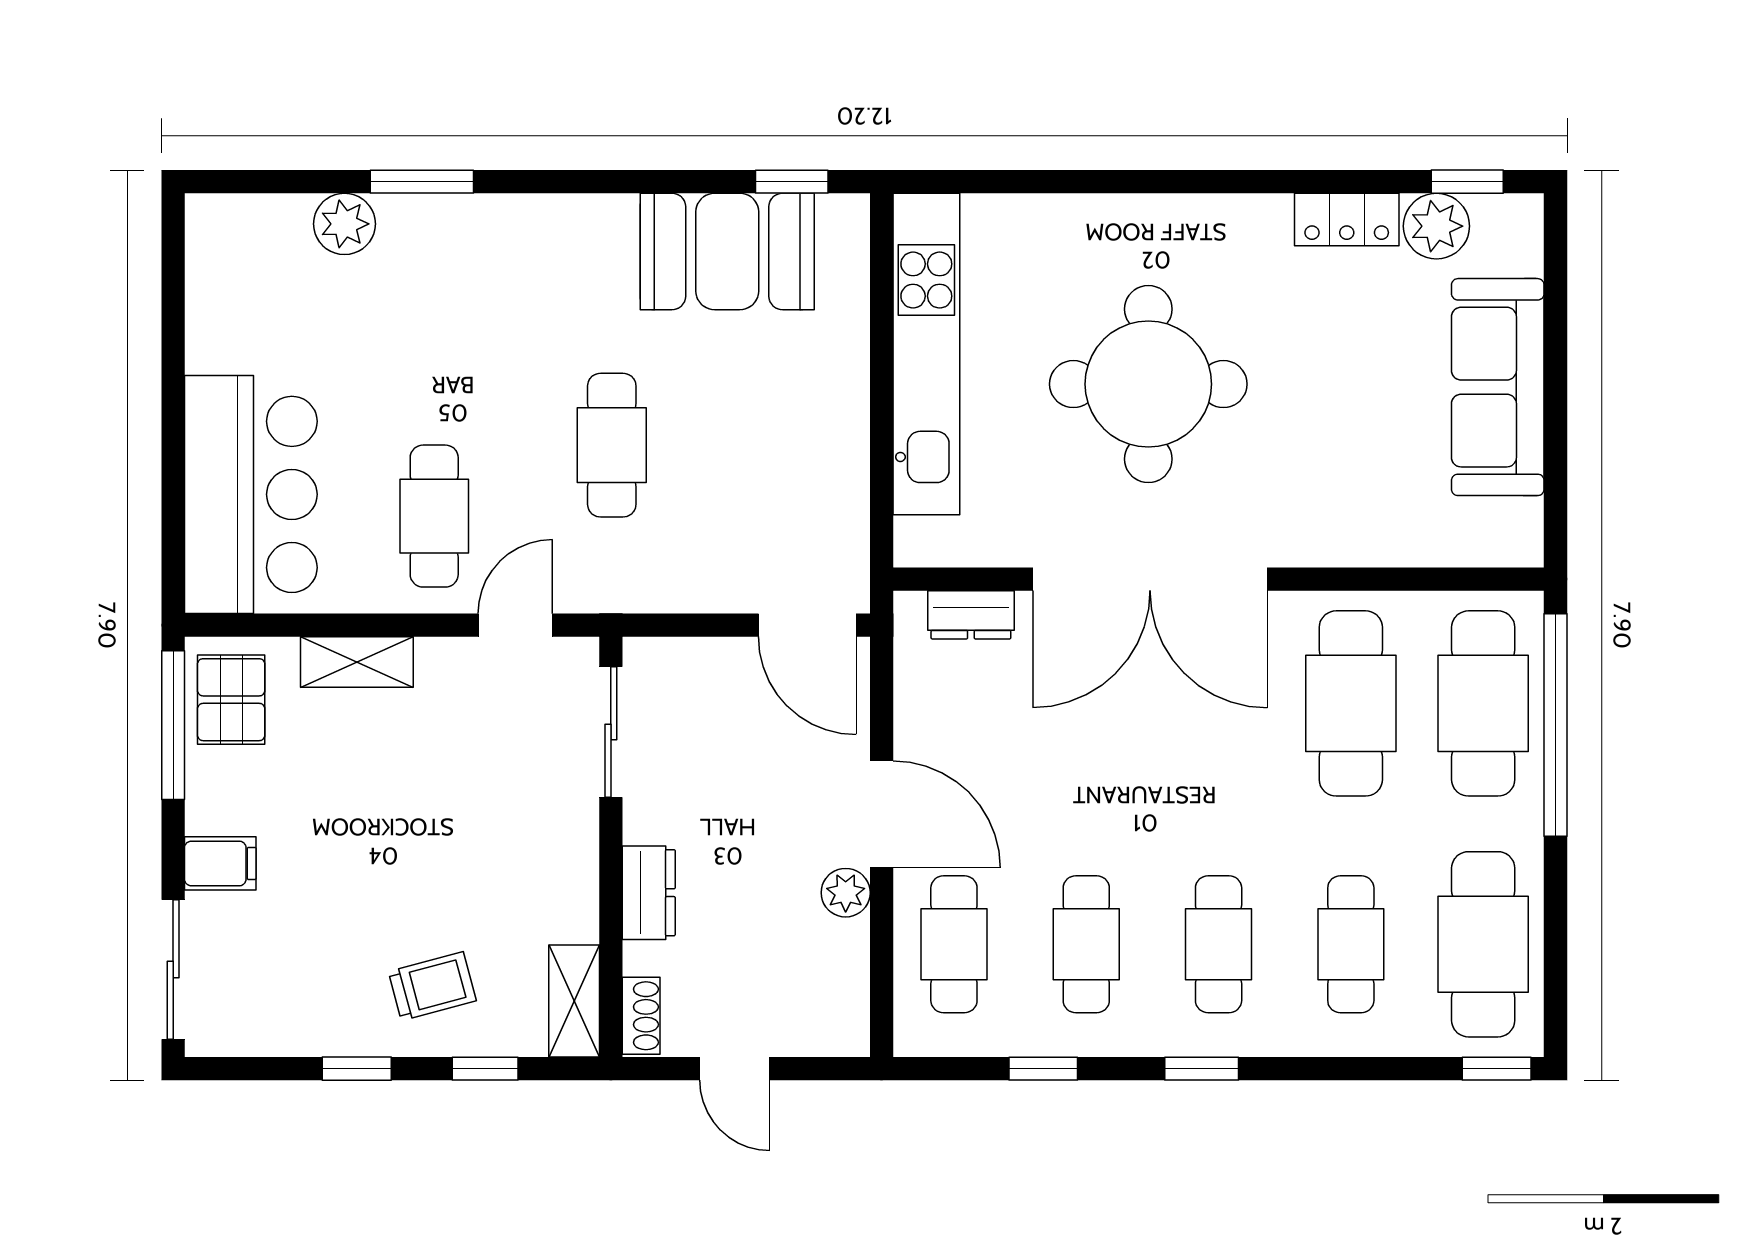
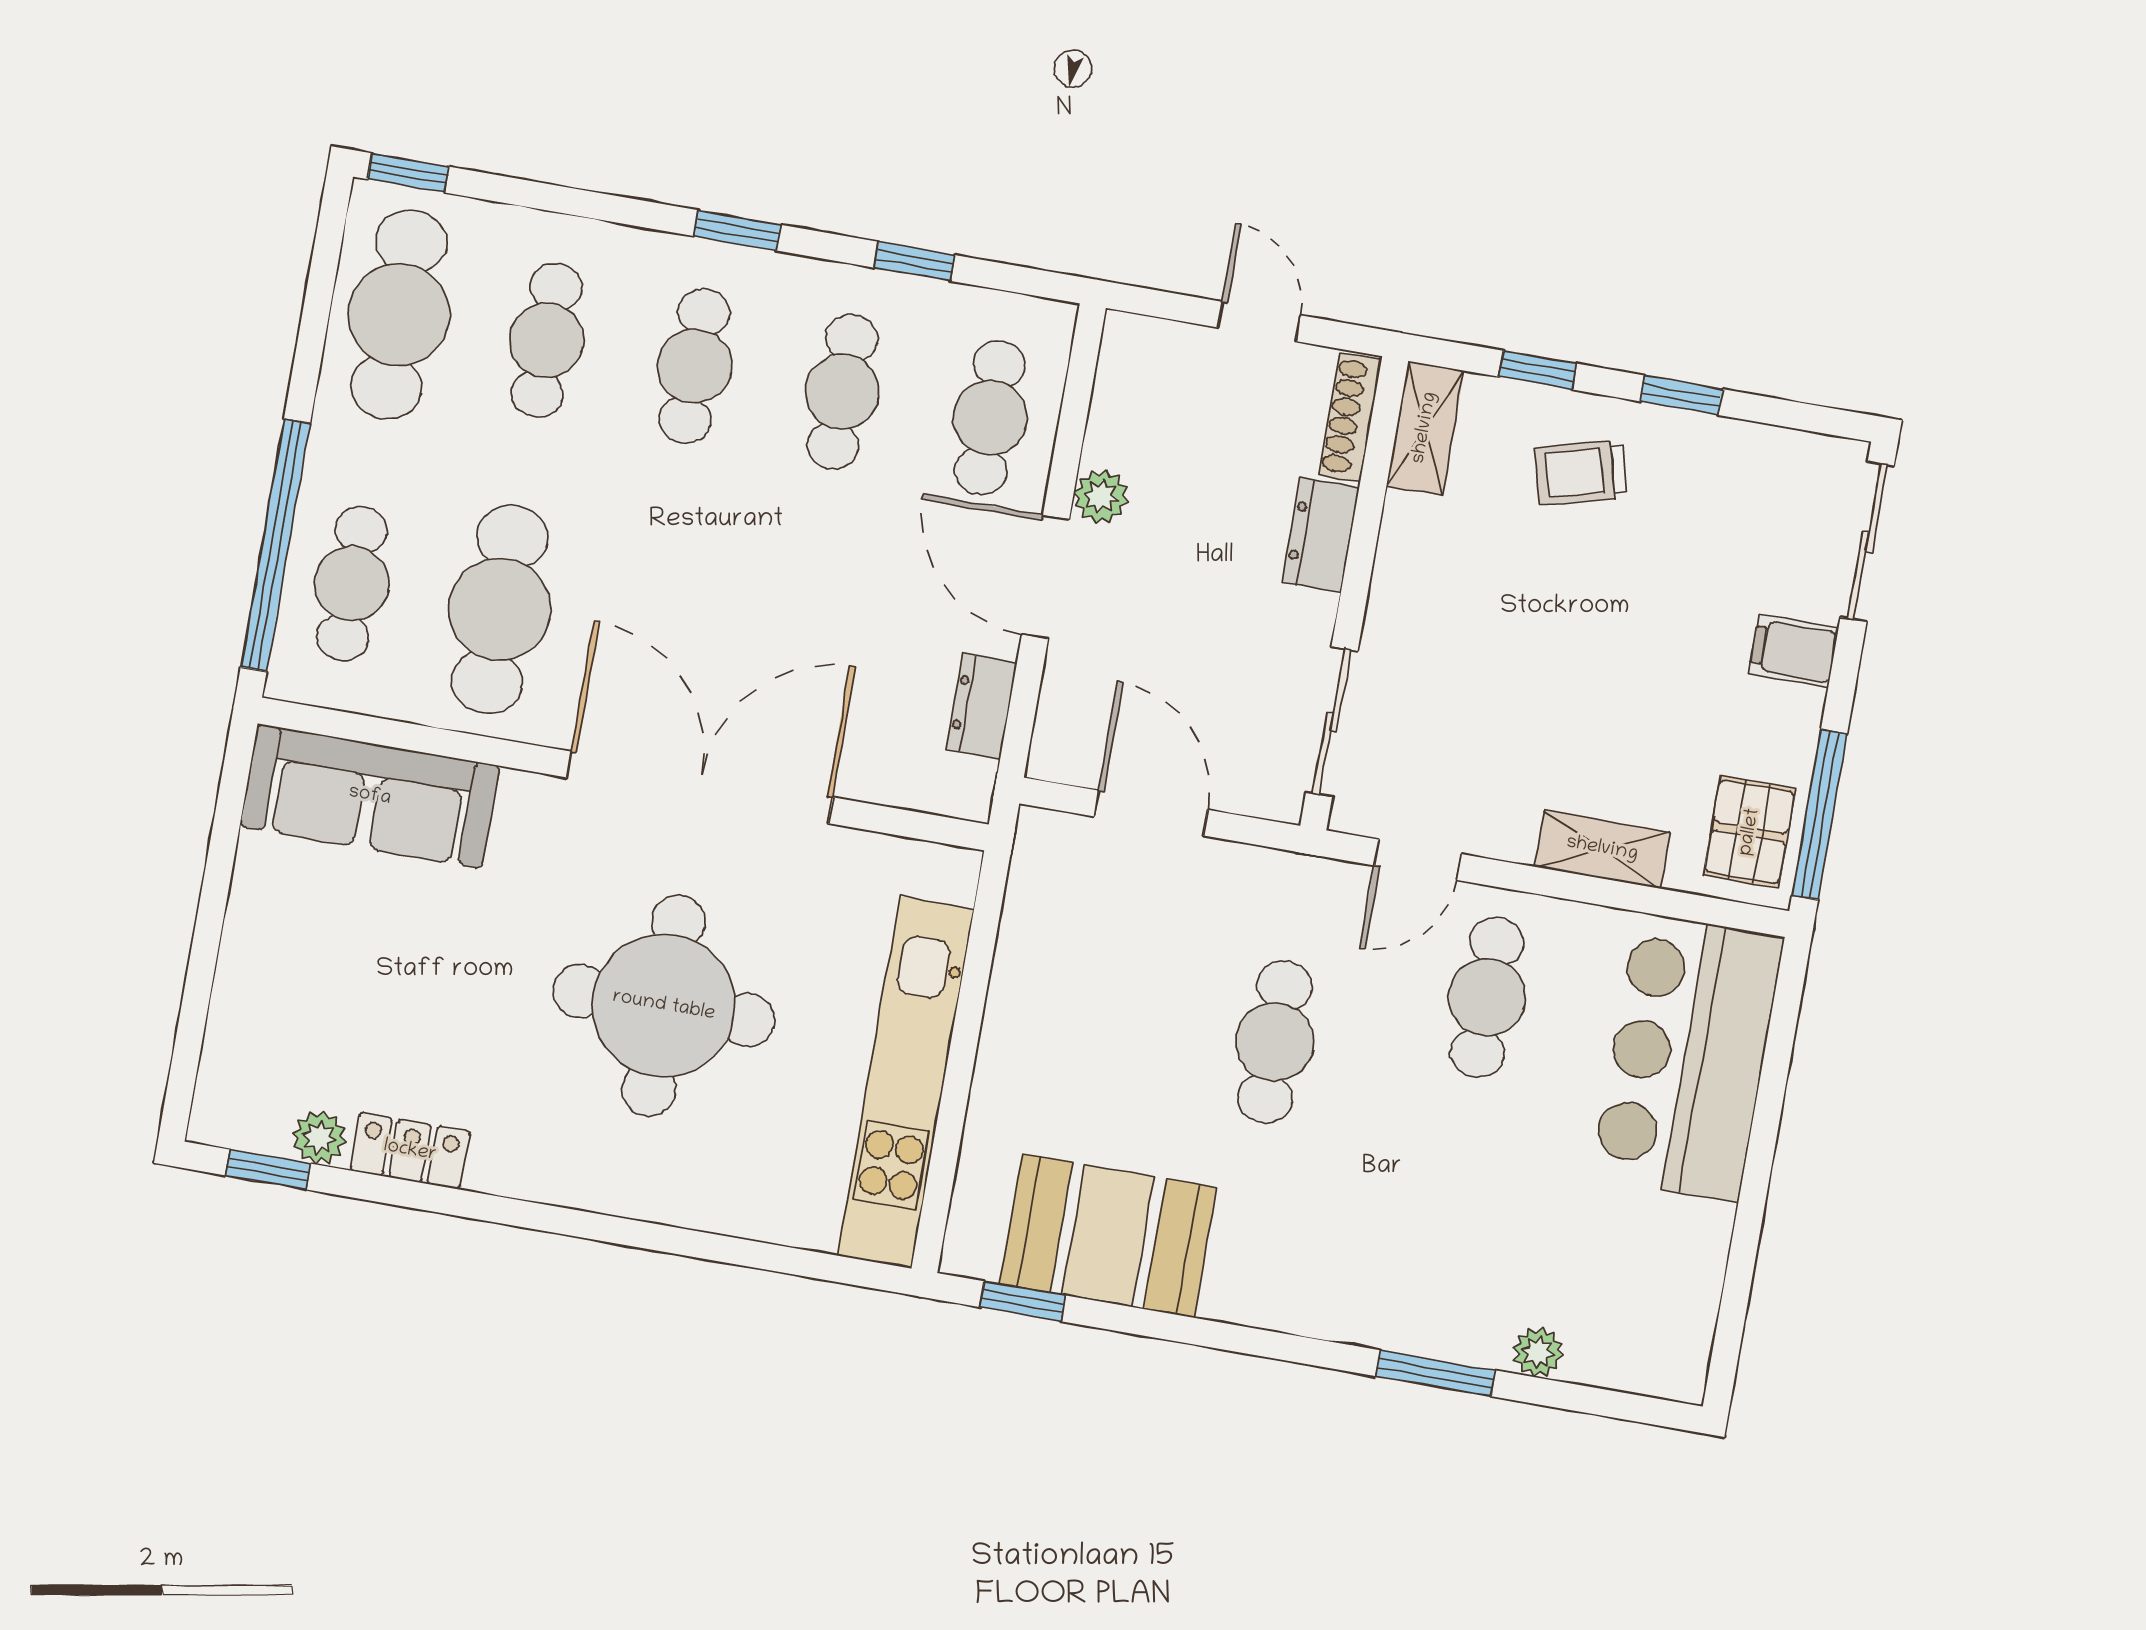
plant: (344, 224) -> (1538, 1352), width x0.73, depth x0.73
plant: (1436, 226) -> (319, 1138), width x0.73, depth x0.73
sofa: (1498, 387) -> (370, 796), moved, turned 90
dresser: (971, 615) -> (982, 706), moved, turned -90
door: (807, 625) -> (1151, 813), moved
cafe table: (1483, 703) -> (352, 584), width x0.73, depth x0.74
shoe rack: (641, 1016) -> (1350, 417), width x1.43

